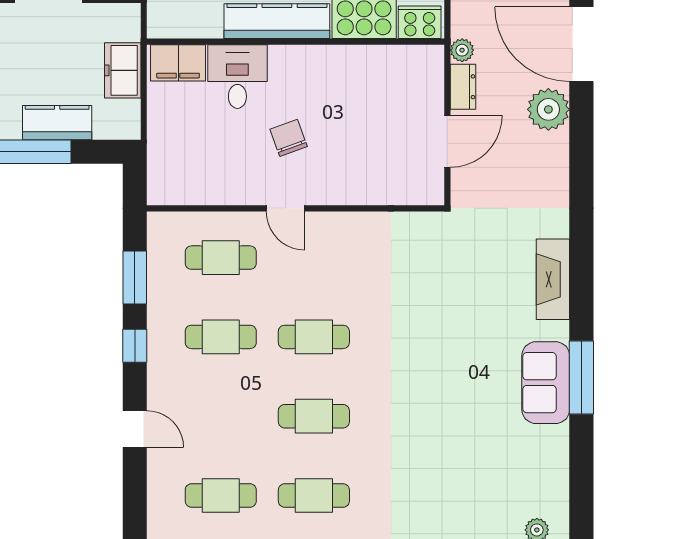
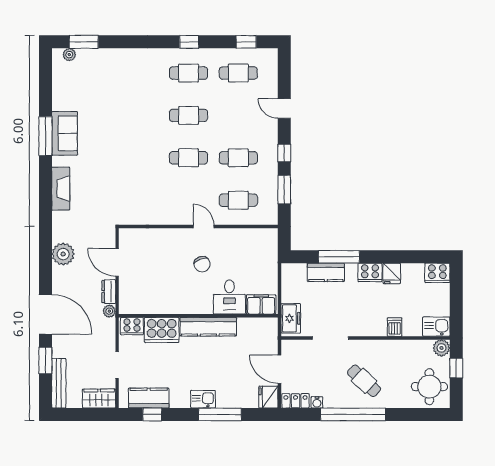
freezer: (123, 70) -> (291, 318), moved
plant: (548, 109) -> (63, 254), moved
door: (447, 141) -> (117, 262), hinge flipped

